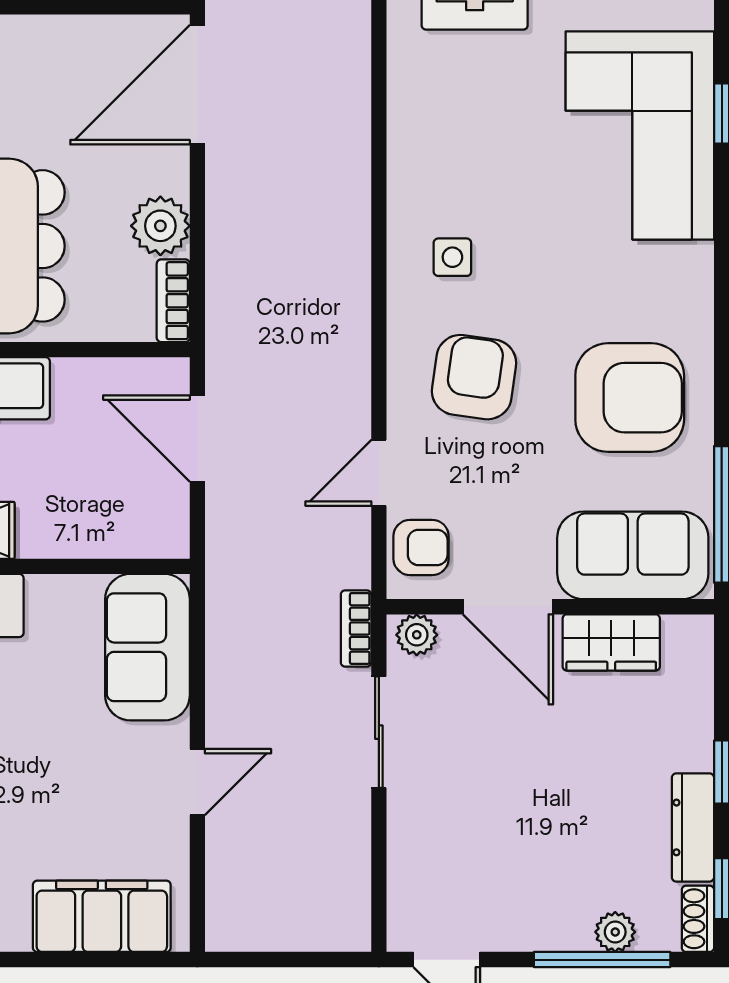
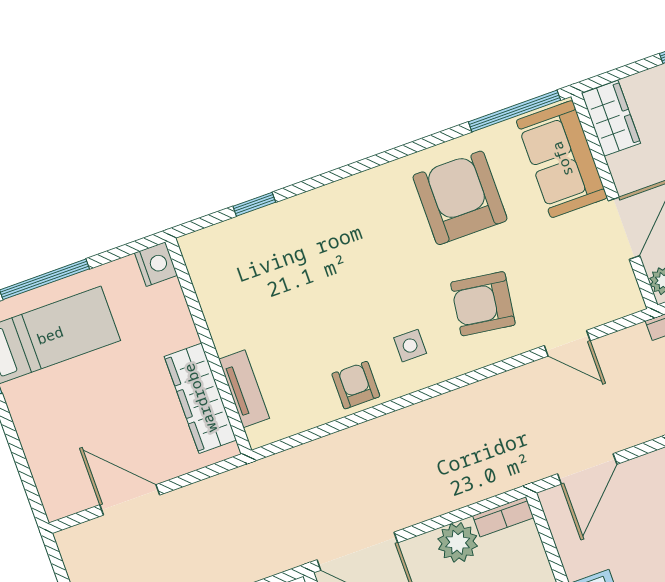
corner sofa: (640, 136) -> (288, 252), removed
armchair: (421, 547) -> (356, 385), moved
wardrobe: (611, 642) -> (611, 118), moved

